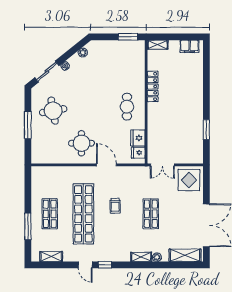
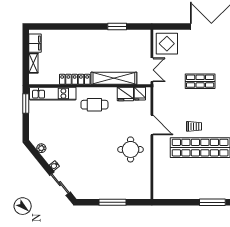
shelving: (158, 45) -> (33, 63), moved
kitchen unit: (138, 64) -> (53, 94), added
round table: (53, 111) -> (98, 177), removed
shelving: (154, 126) -> (114, 78), added
door: (106, 165) -> (152, 125), swing flipped
trolley: (115, 206) -> (194, 126), moved
shop shelf: (50, 214) -> (200, 181), removed

